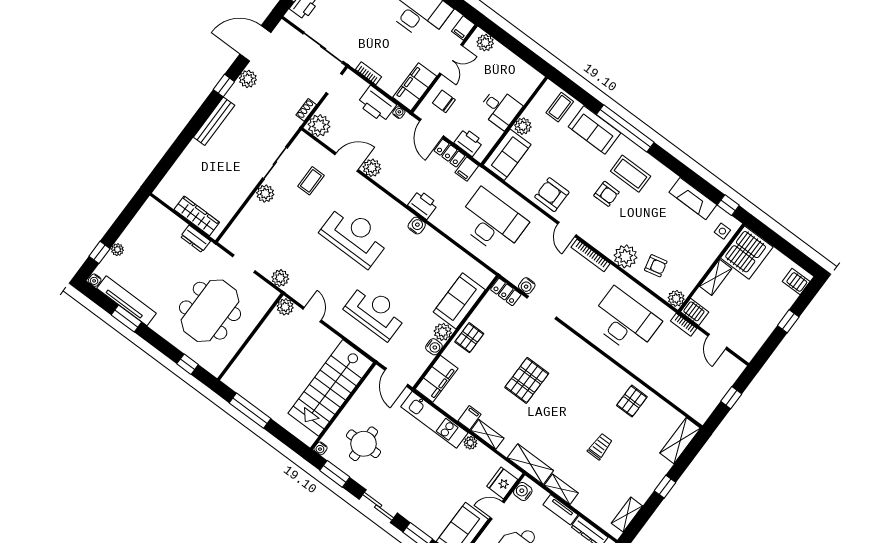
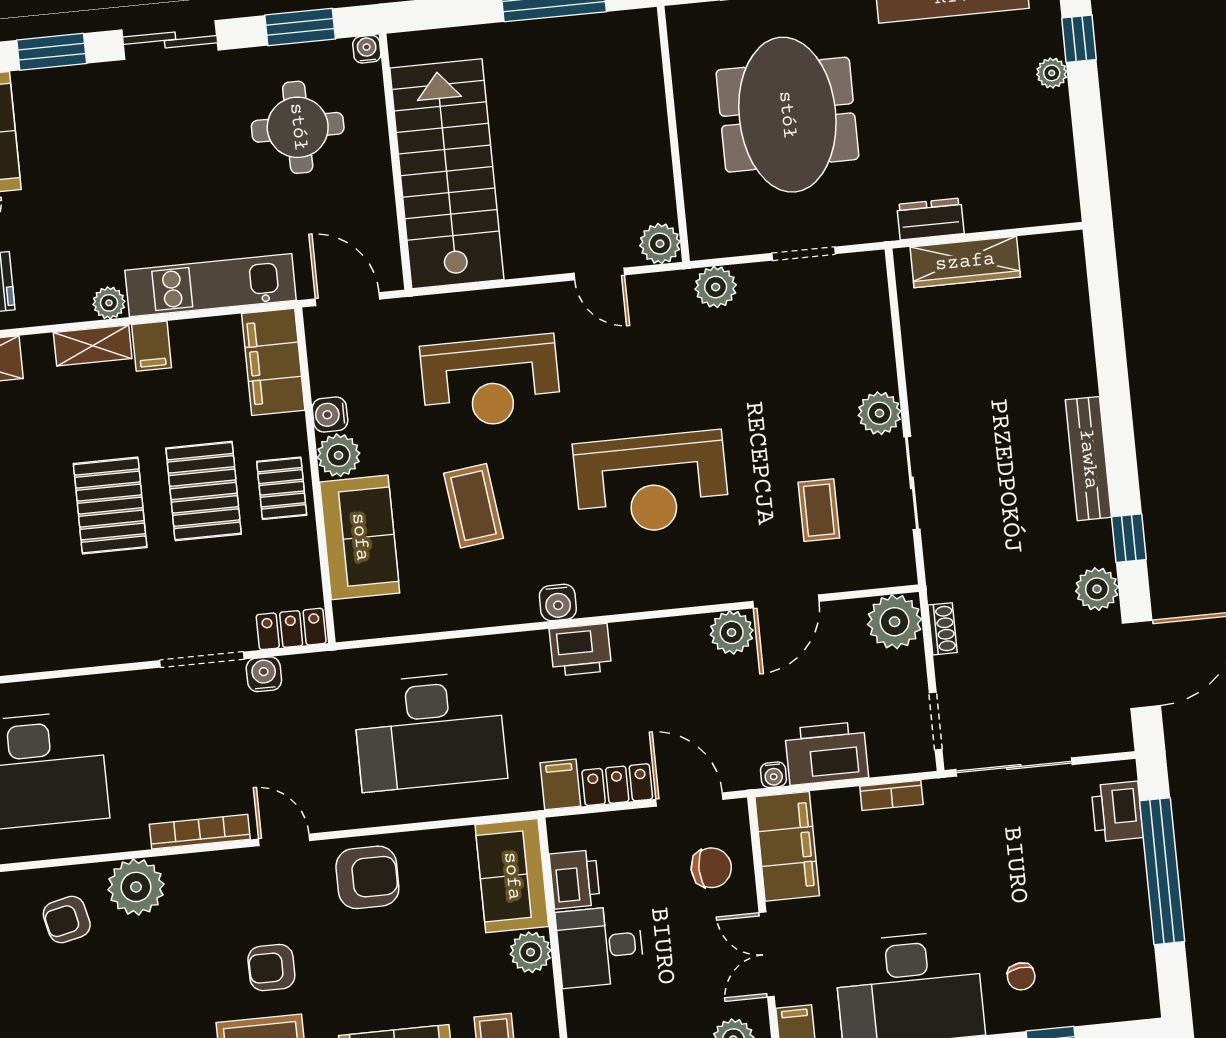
printer: (469, 142) -> (575, 879), moved, turned -90
coffee table: (415, 279) -> (473, 506), added
pallet: (494, 359) -> (204, 491), added

